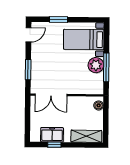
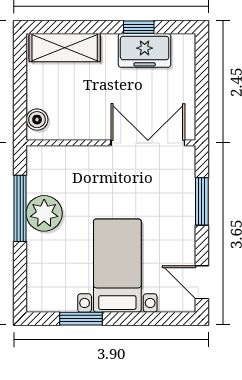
window: (59, 20) -> (81, 319), moved
door: (28, 35) -> (202, 282), hinge flipped
bed with nightstands: (84, 39) -> (117, 266), moved, turned -90

